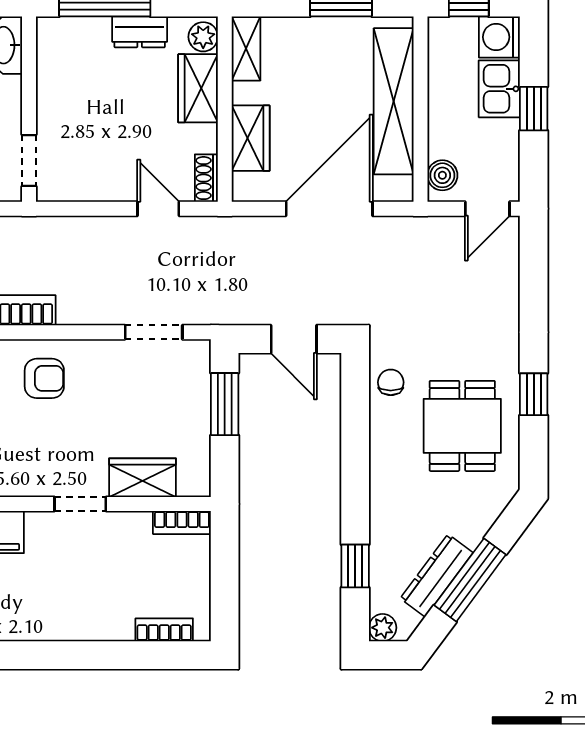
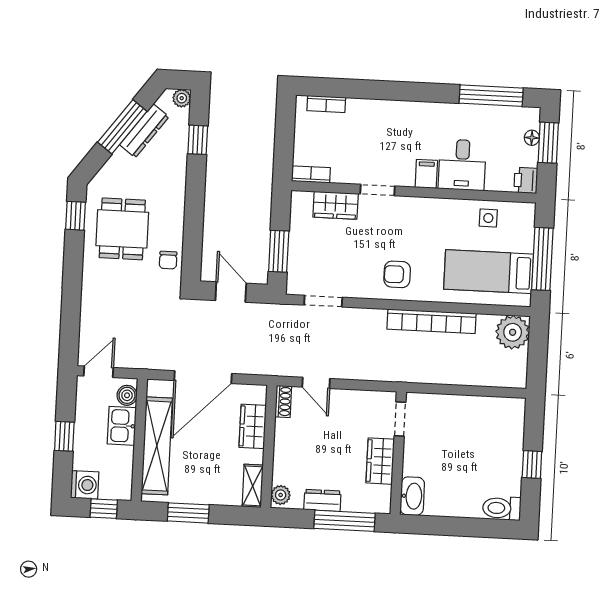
wardrobe: (198, 88) -> (380, 461), moved, turned 180
kitchen sink: (499, 89) -> (122, 426), moved, turned 180
window: (534, 394) -> (76, 216), moved

